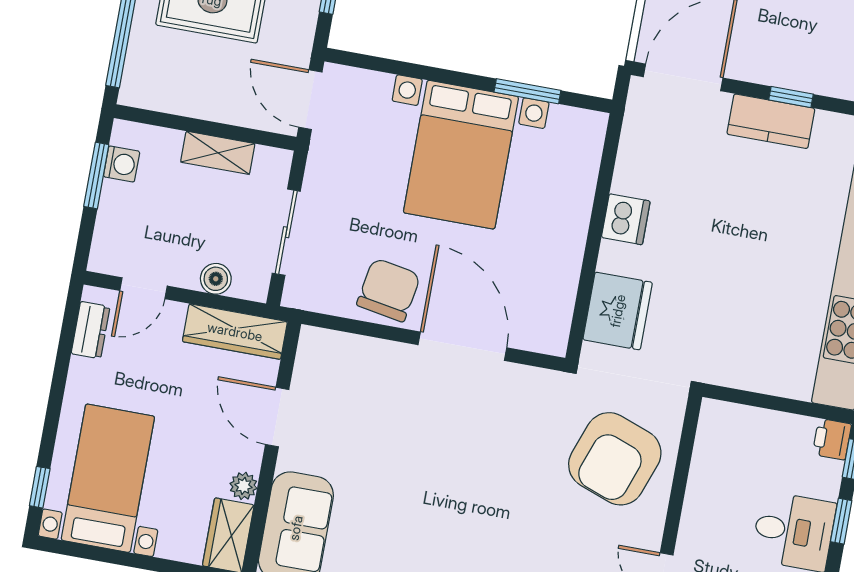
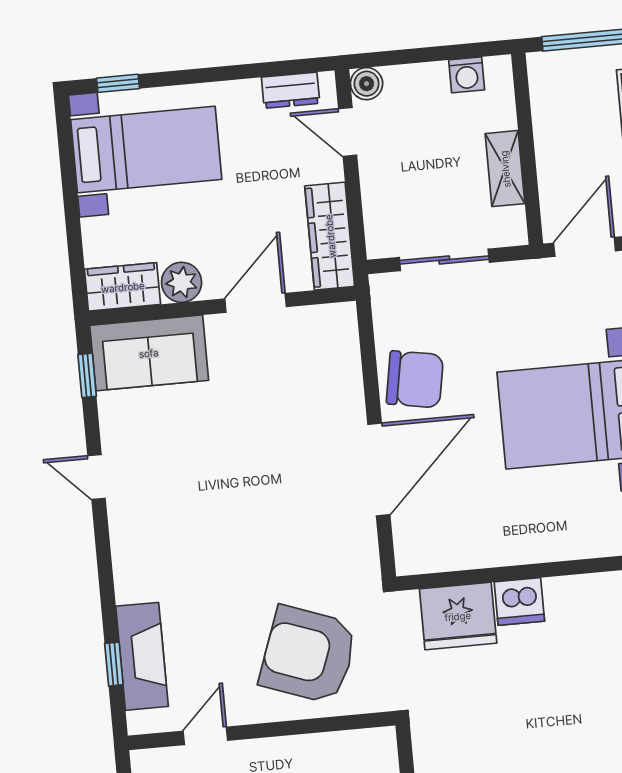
window: (96, 176) -> (448, 53), removed
dishwasher: (626, 219) -> (519, 602), moved
boiler: (216, 279) -> (367, 84), moved
plant: (244, 486) -> (182, 282), width x1.38, depth x1.38

